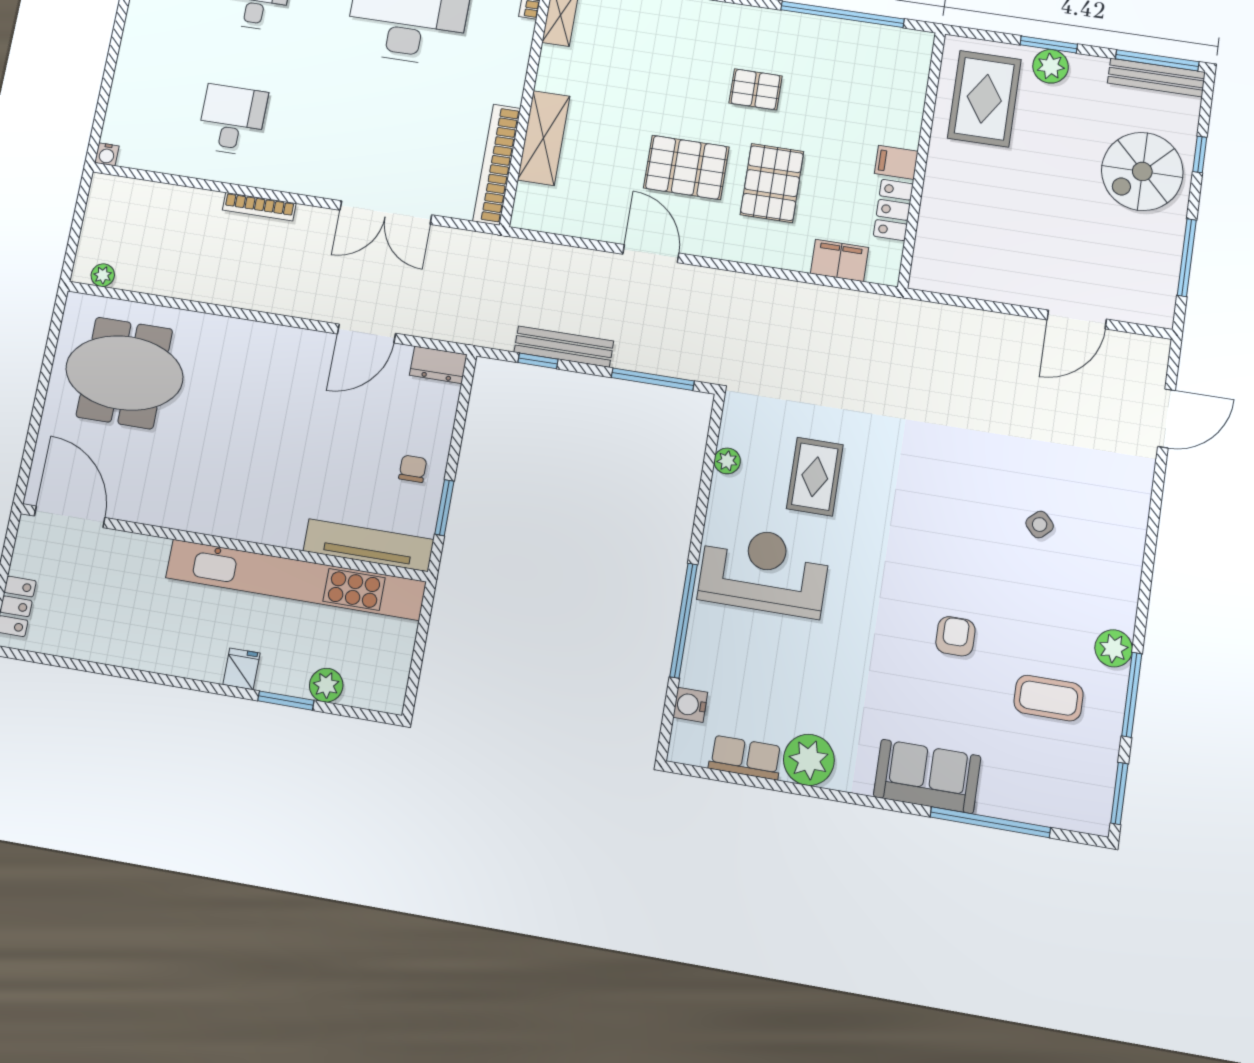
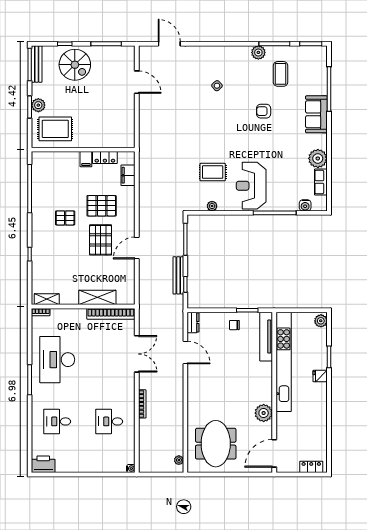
pallet: (755, 89) -> (65, 218), turned 90
plant: (176, 507) -> (264, 413), added
plant: (326, 685) -> (321, 321), moved

